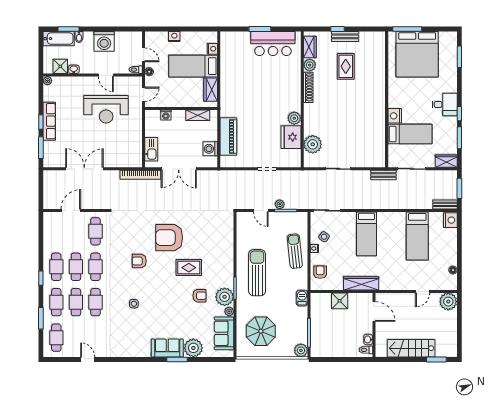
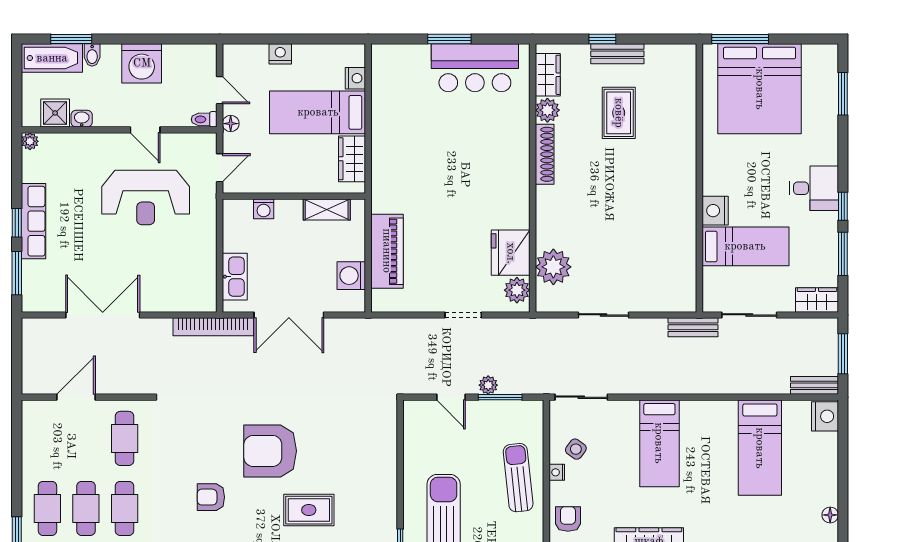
plant: (294, 118) -> (517, 290), moved

